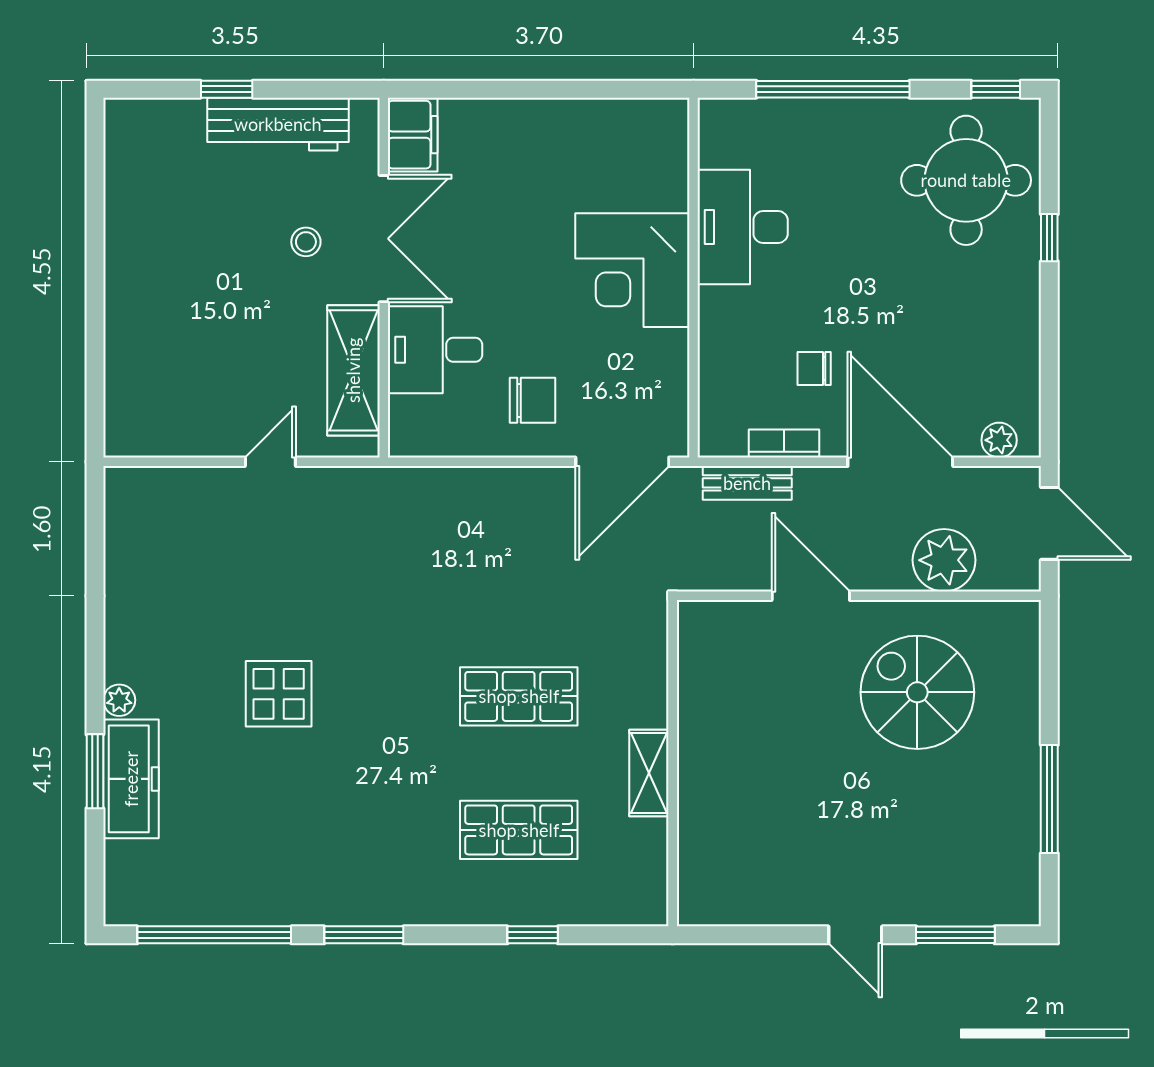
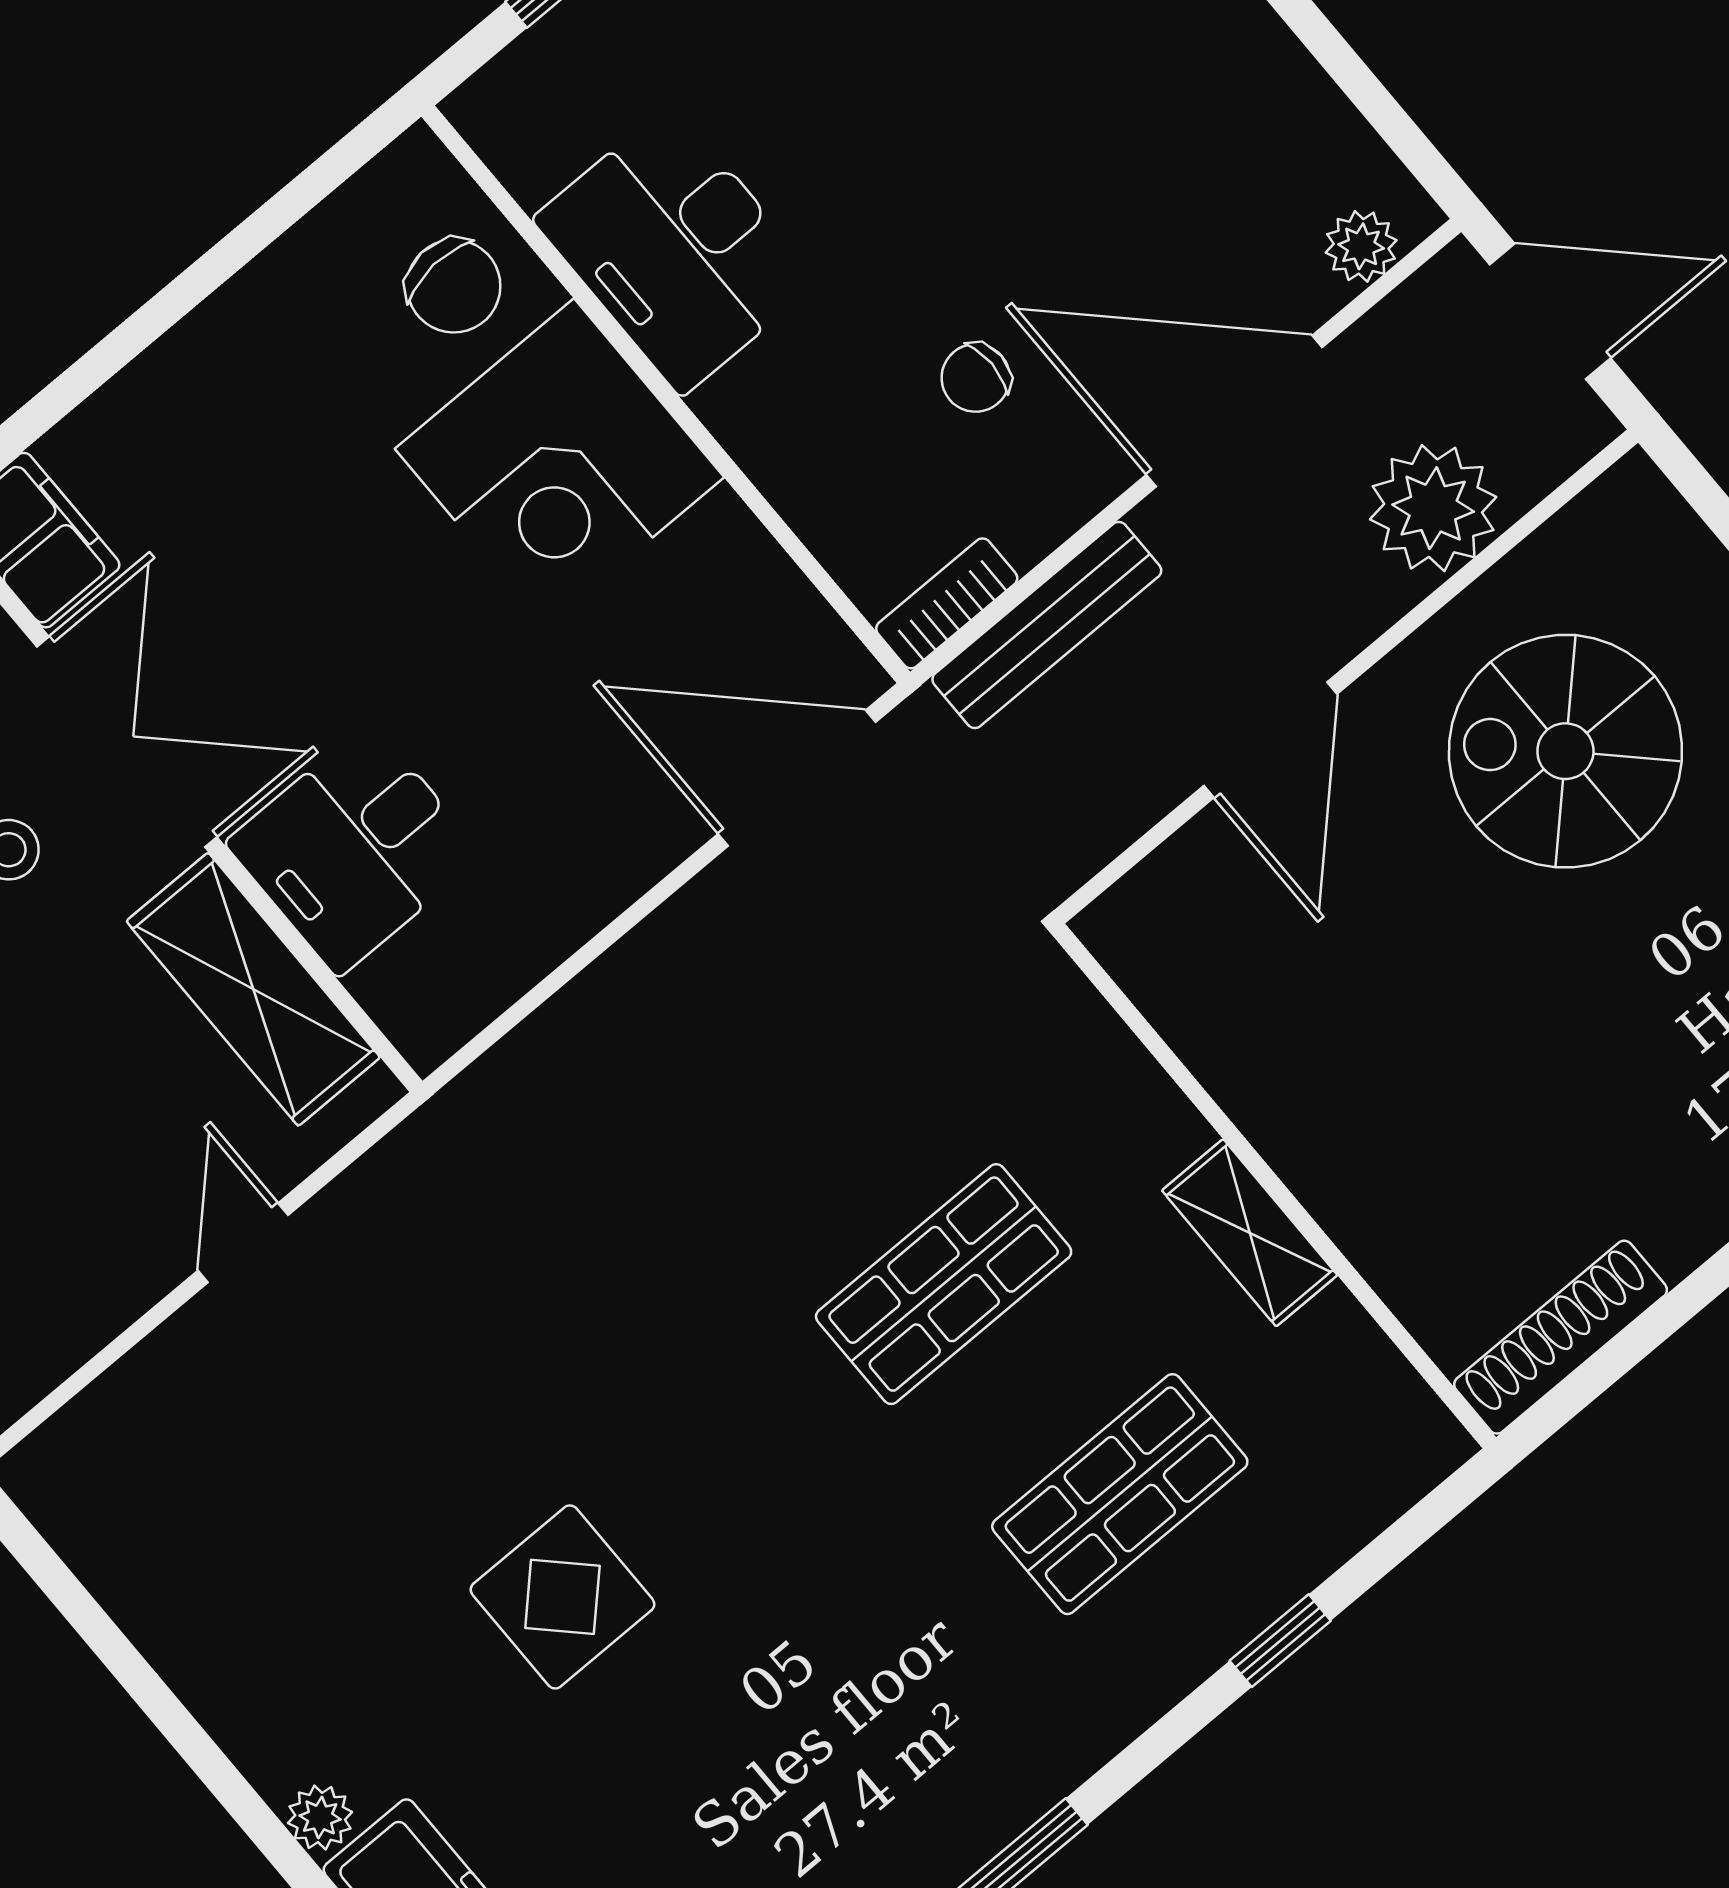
chair: (533, 400) -> (454, 286), moved, turned 86
bookcase: (784, 444) -> (947, 603), moved
door: (622, 462) -> (797, 778), swing flipped
bench: (747, 483) -> (1047, 625), width x1.36
door: (811, 596) -> (1270, 740), swing flipped
shoe rack: (732, 909) -> (1561, 1337), added

